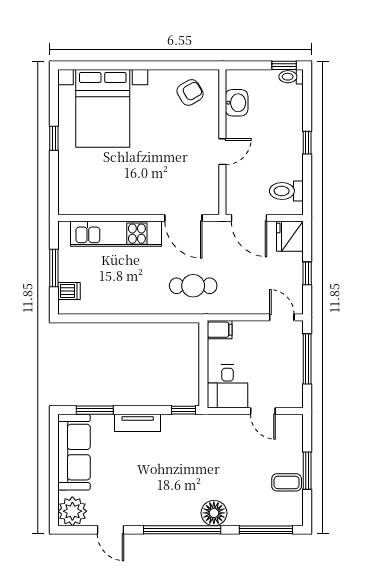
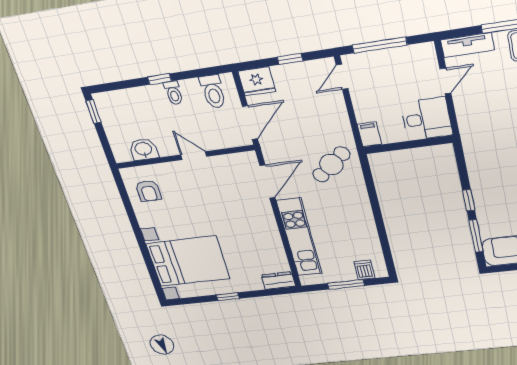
toilet: (291, 77) -> (174, 93), moved
armchair: (190, 92) -> (148, 191), turned -150
dresser: (67, 198) -> (278, 281), added
cafe table: (193, 286) -> (331, 164), turned 52
window: (184, 410) -> (469, 200), moved
tv unit: (138, 423) -> (467, 45), moved, turned 90

